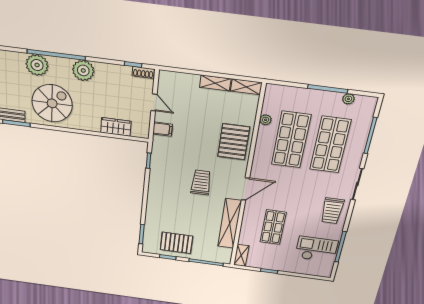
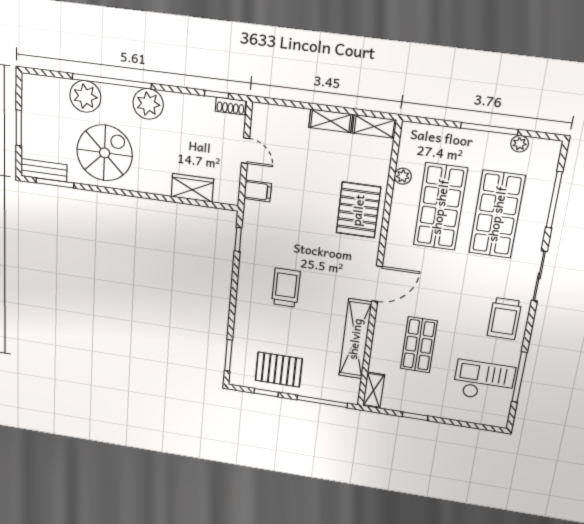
trolley: (201, 182) -> (286, 288), moved

